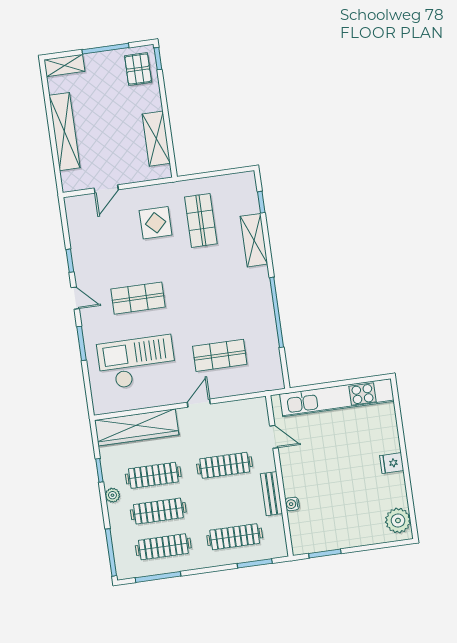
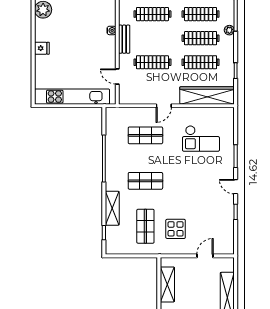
shop shelf: (138, 298) -> (145, 181), moved
checkout: (137, 362) -> (201, 139), width x0.73, depth x0.83
plant: (112, 495) -> (229, 30), moved

